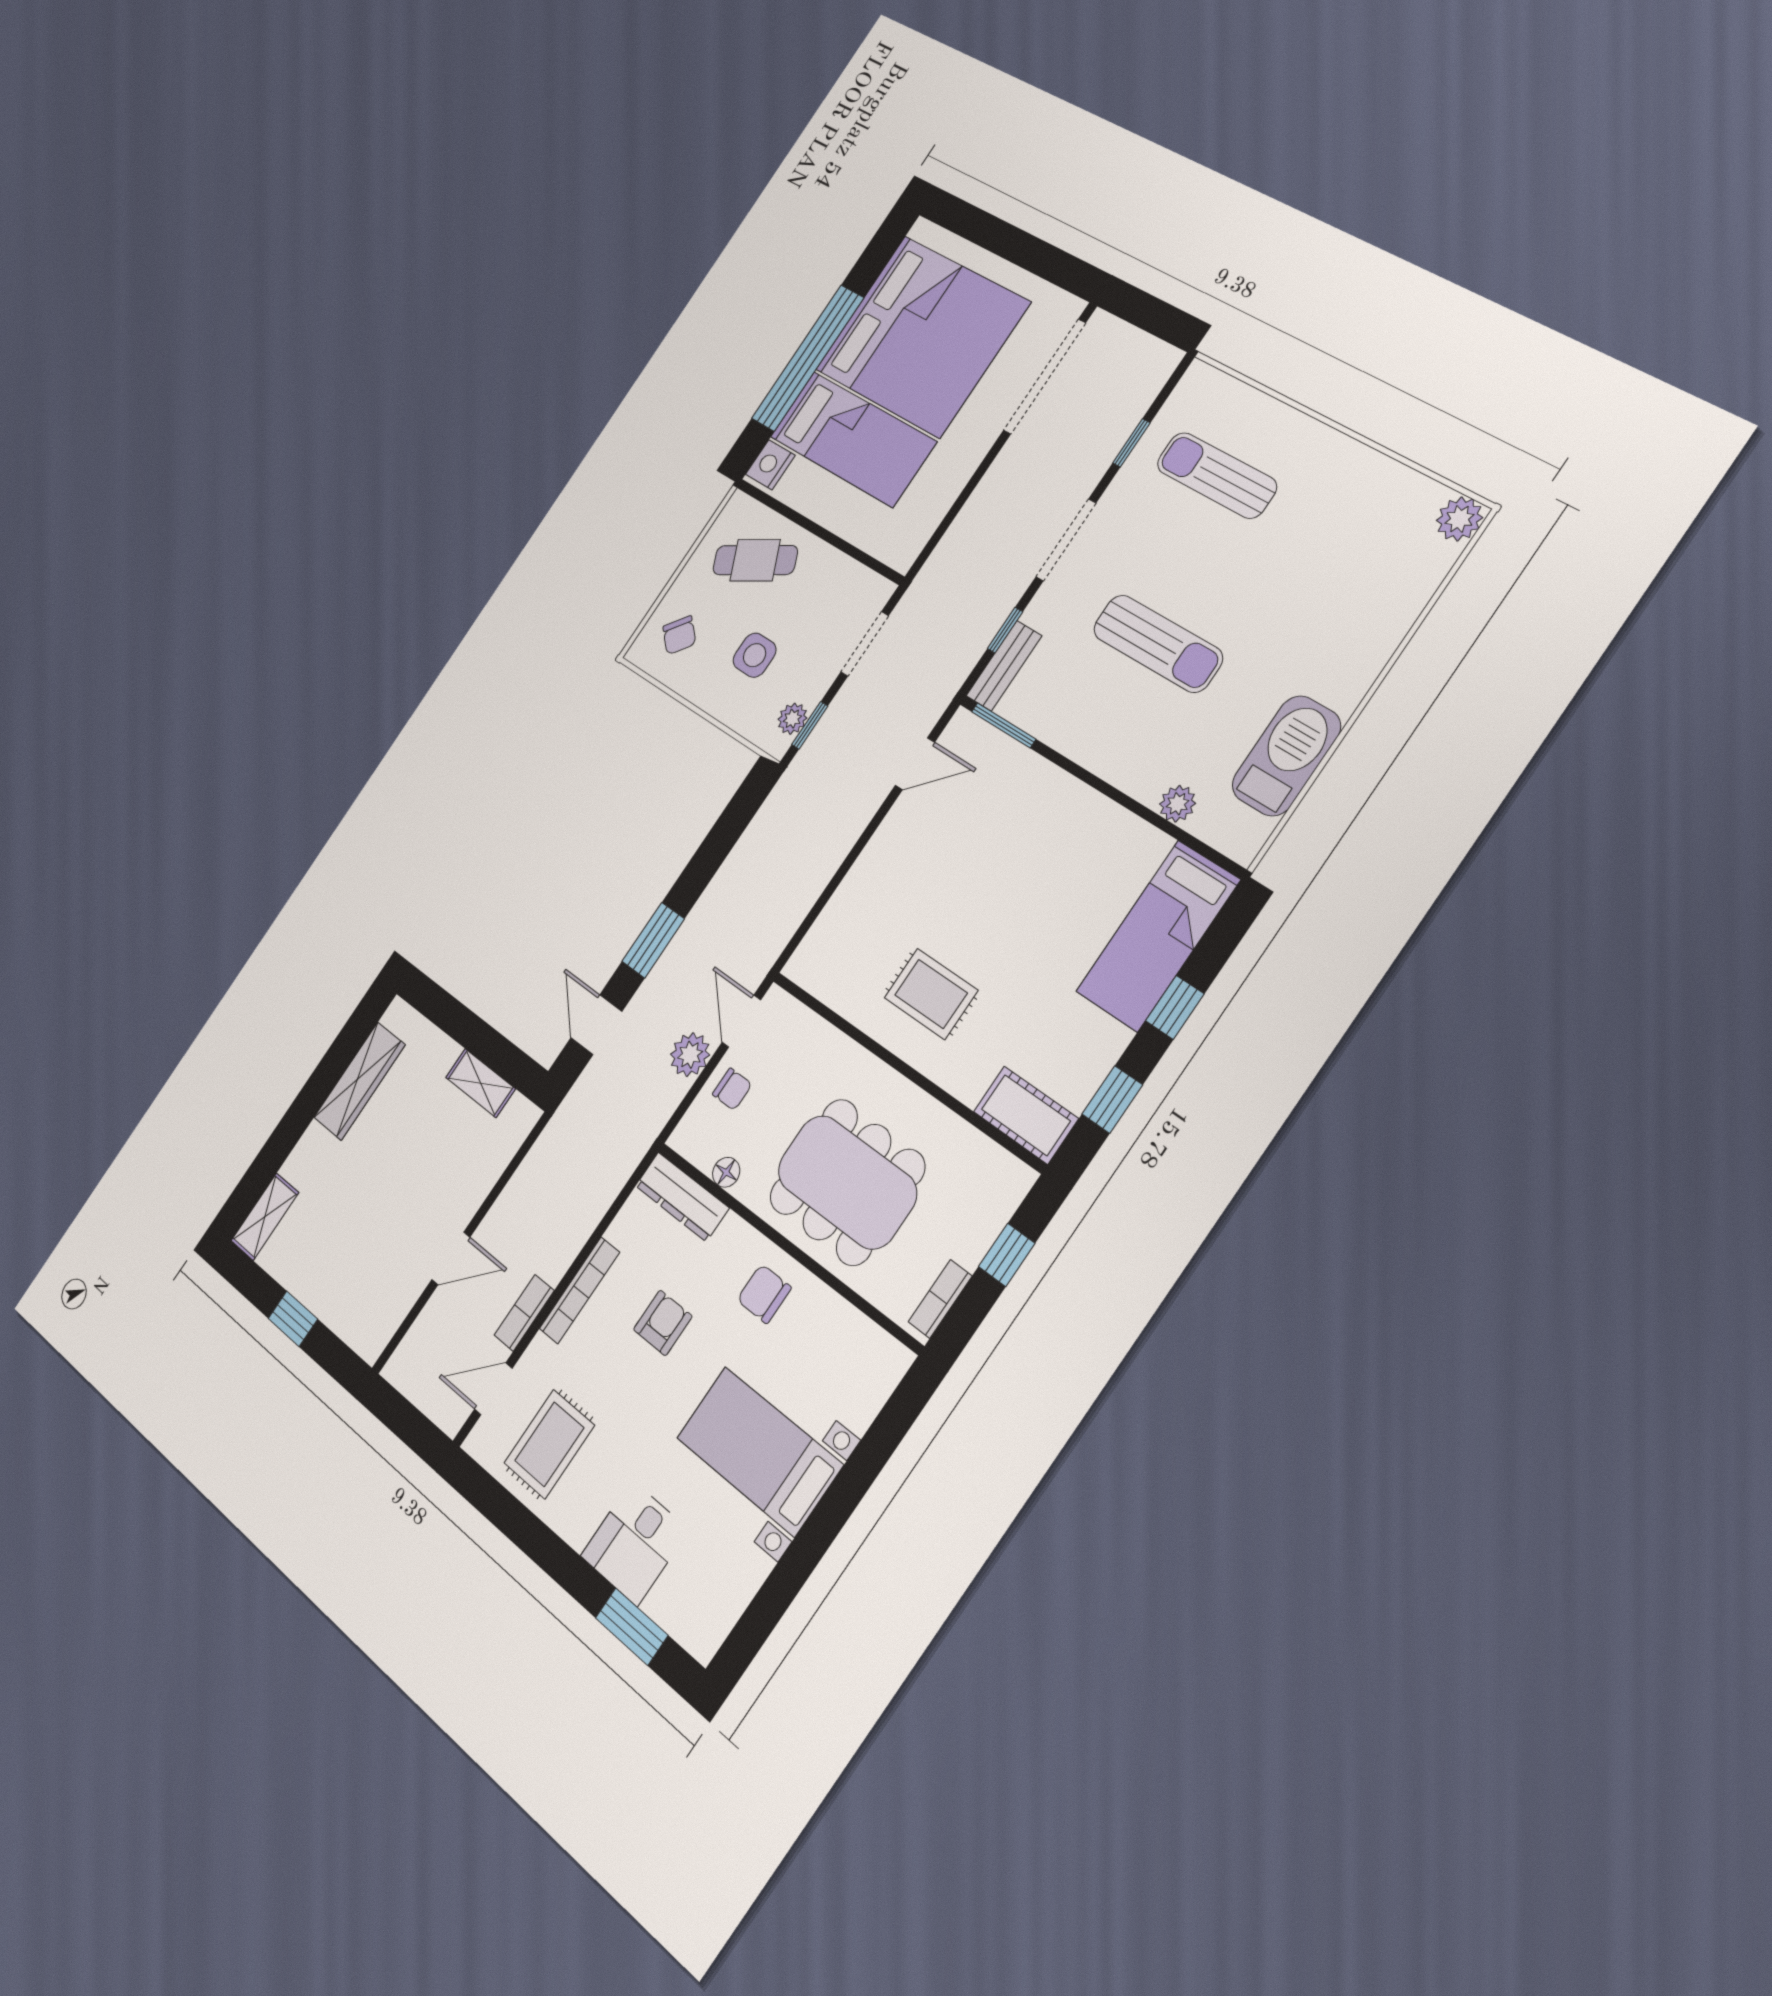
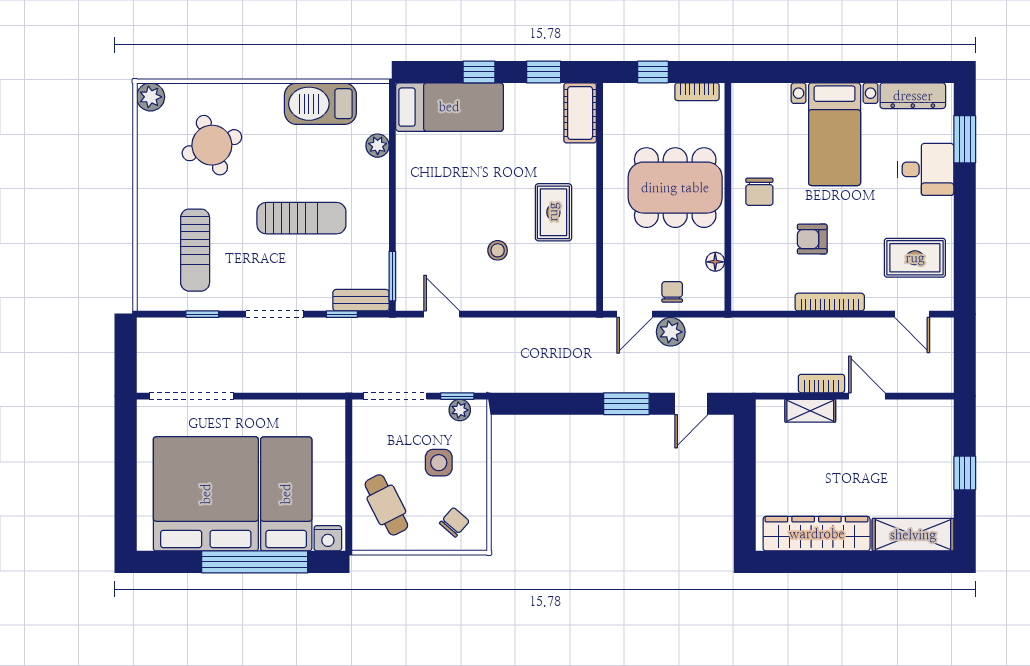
round table: (1336, 571) -> (212, 145), added
doorway: (865, 644) -> (395, 396), width x1.38
sun lounger: (1158, 644) -> (301, 218), turned 90
stool: (938, 887) -> (498, 250), added
wardrobe: (359, 1081) -> (817, 534), width x1.40, depth x1.17
shelving: (481, 1083) -> (810, 411), moved, turned 90
dining table: (847, 1182) -> (675, 188), turned 90
dresser: (682, 1197) -> (913, 96), moved, turned 90
shelving: (265, 1217) -> (913, 535), width x1.50, depth x1.33
bookcase: (524, 1313) -> (821, 384), moved, turned 180

